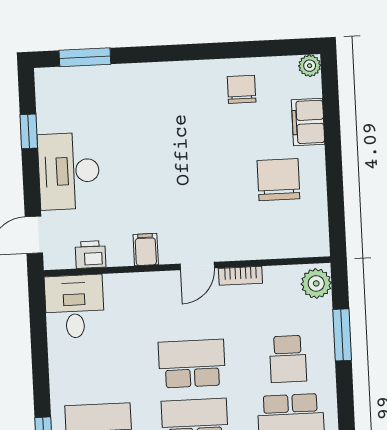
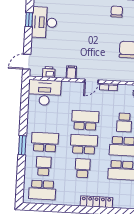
desk: (69, 171) -> (44, 22), moved
desk: (74, 306) -> (45, 93), width x1.37

